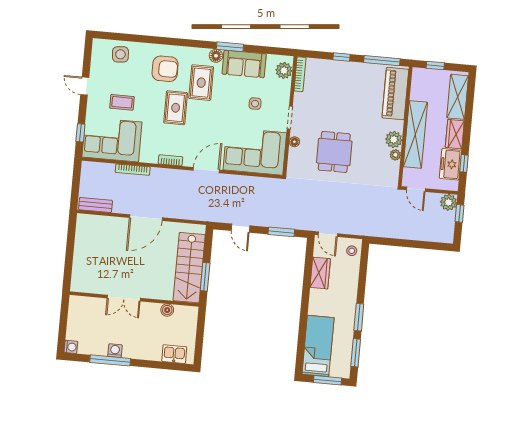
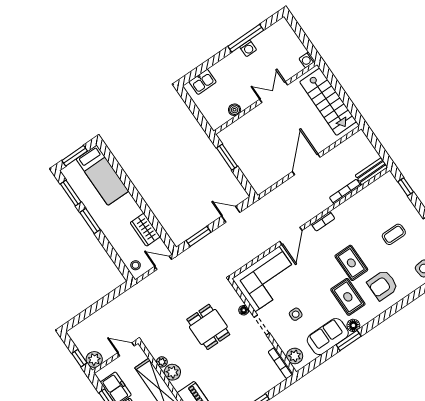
corner sofa: (112, 140) -> (379, 201), removed
bench: (95, 205) -> (371, 171), moved
stairs: (189, 268) -> (328, 102), moved, turned 180
washing machine: (71, 347) -> (307, 60), moved

